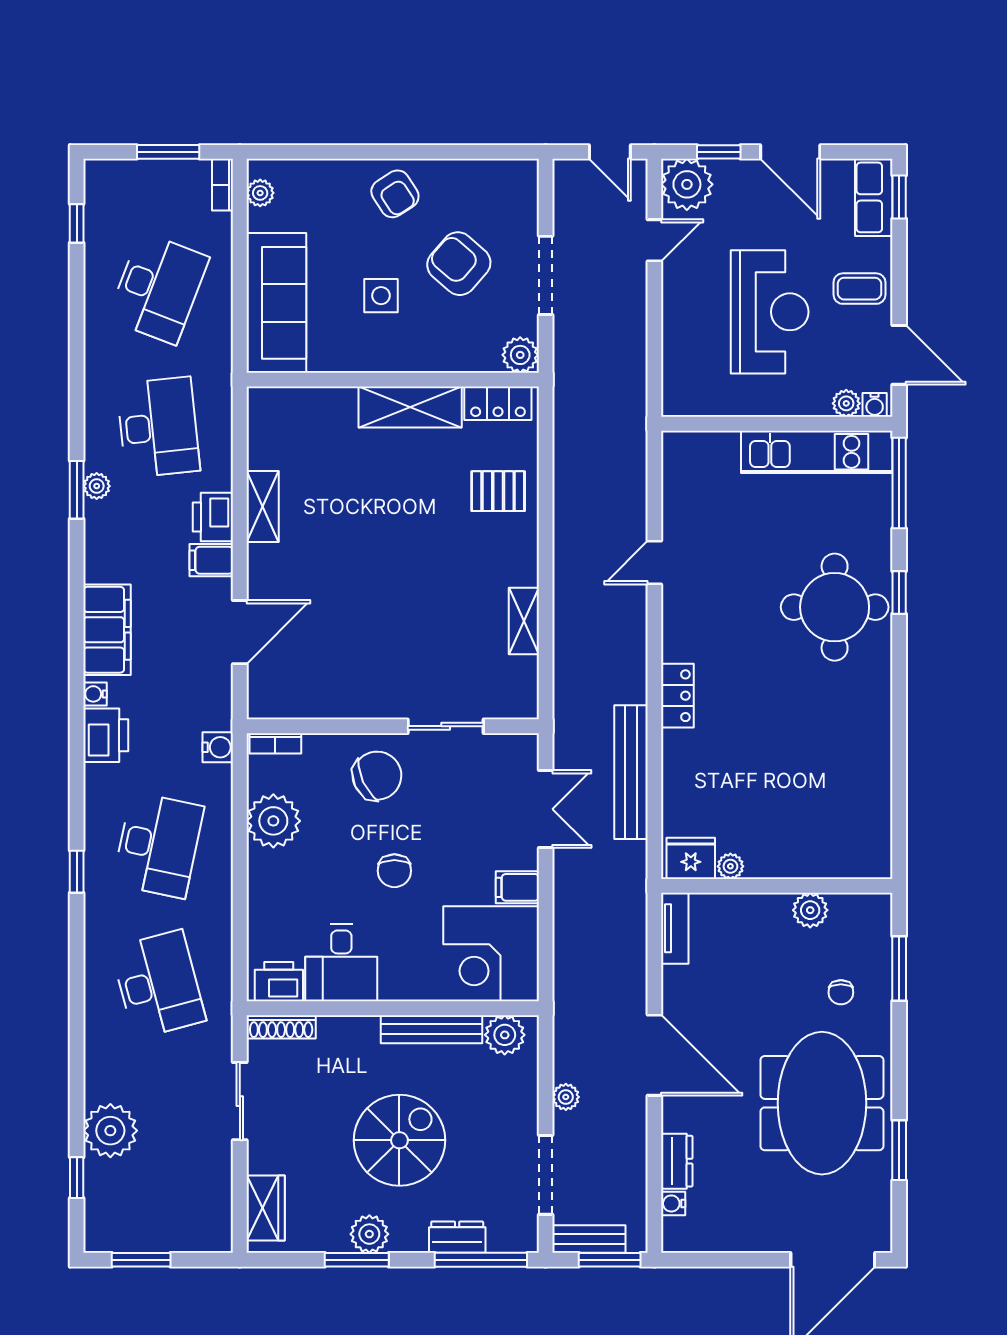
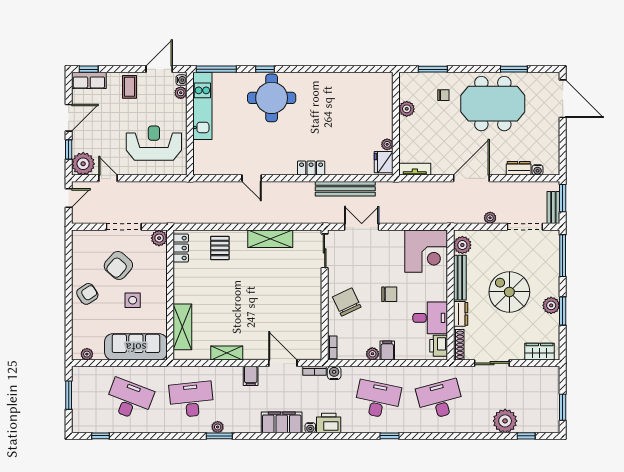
bookcase: (223, 185) -> (315, 371), moved
reception desk: (770, 312) -> (154, 143), moved
shelving: (410, 407) -> (182, 327), moved
printer: (213, 517) -> (231, 375), removed
shelving: (524, 621) -> (270, 239), width x1.50, depth x1.33
sliding door: (446, 726) -> (325, 251), moved
plant: (273, 821) -> (372, 354), width x0.53, depth x0.53
filing cabinet: (517, 887) -> (387, 351), moved, turned 180
dresser: (457, 1237) -> (461, 314), moved, turned 180

